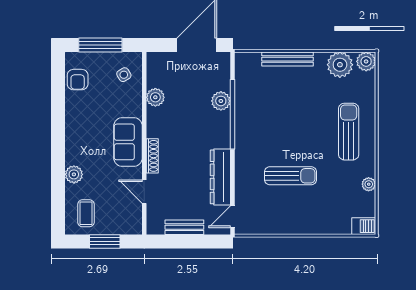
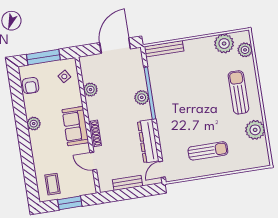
bench: (287, 59) -> (164, 49), moved
plant: (366, 61) -> (245, 50), moved
plant: (221, 101) -> (142, 97), moved
plant: (74, 174) -> (34, 124), moved
sun lounger: (290, 176) -> (208, 151), moved
plant: (369, 184) -> (255, 130), width x1.88, depth x1.88
barbecue: (364, 226) -> (261, 161), removed

